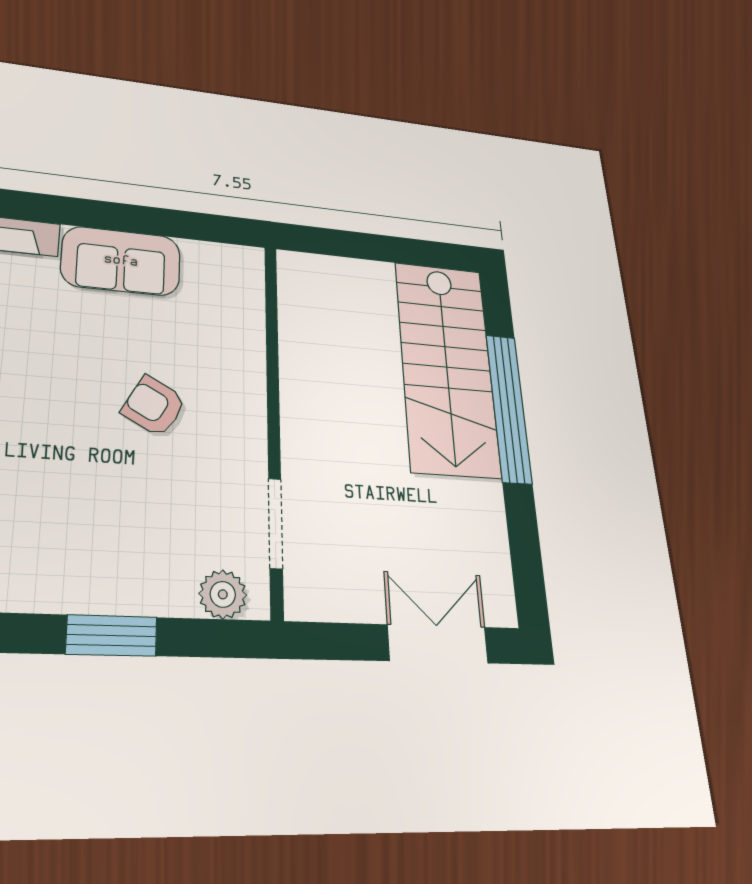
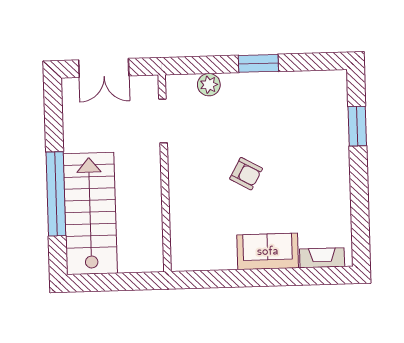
wall: (273, 420) -> (165, 173), moved
doorway: (275, 523) -> (163, 121), moved

